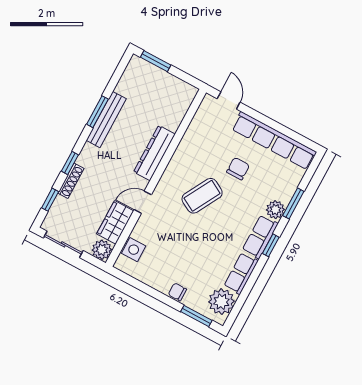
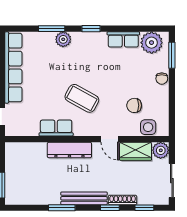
bench: (106, 120) -> (84, 198), moved
chair: (238, 169) -> (134, 105), moved
row of seats: (260, 237) -> (56, 128), moved, turned 180

